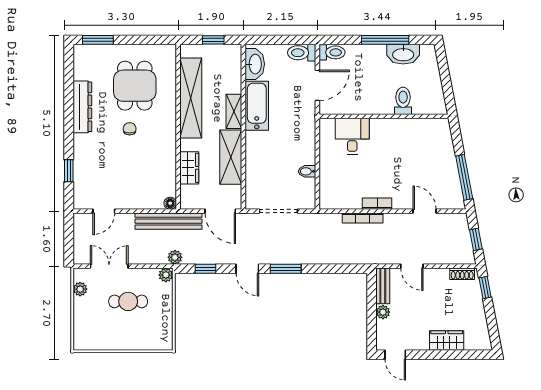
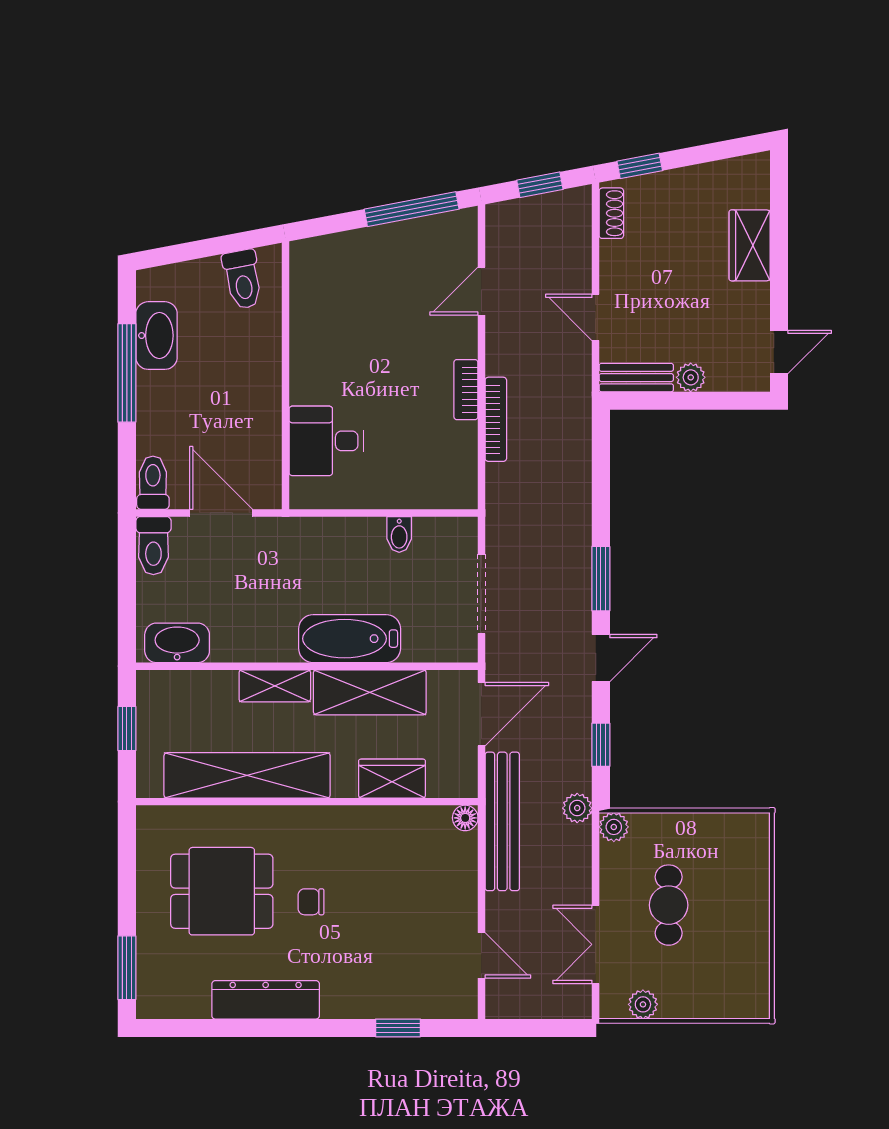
toilet: (403, 101) -> (243, 279), moved, turned -101
bathtub: (257, 106) -> (350, 639), moved
door: (412, 266) -> (596, 317), swing flipped

